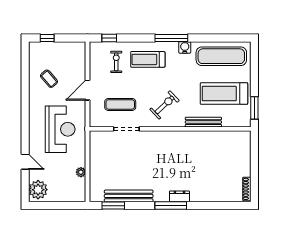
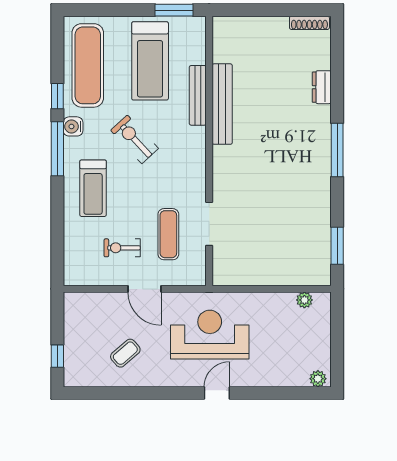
window: (109, 38) -> (57, 96), moved
exercise bike: (116, 62) -> (122, 248), moved
exercise bike: (165, 105) -> (135, 139), moved
door: (25, 162) -> (217, 393), moved
plant: (81, 172) -> (304, 300), moved
plant: (38, 190) -> (318, 379), width x0.53, depth x0.53
bench: (129, 196) -> (222, 104), moved
dresser: (179, 196) -> (322, 87), moved

